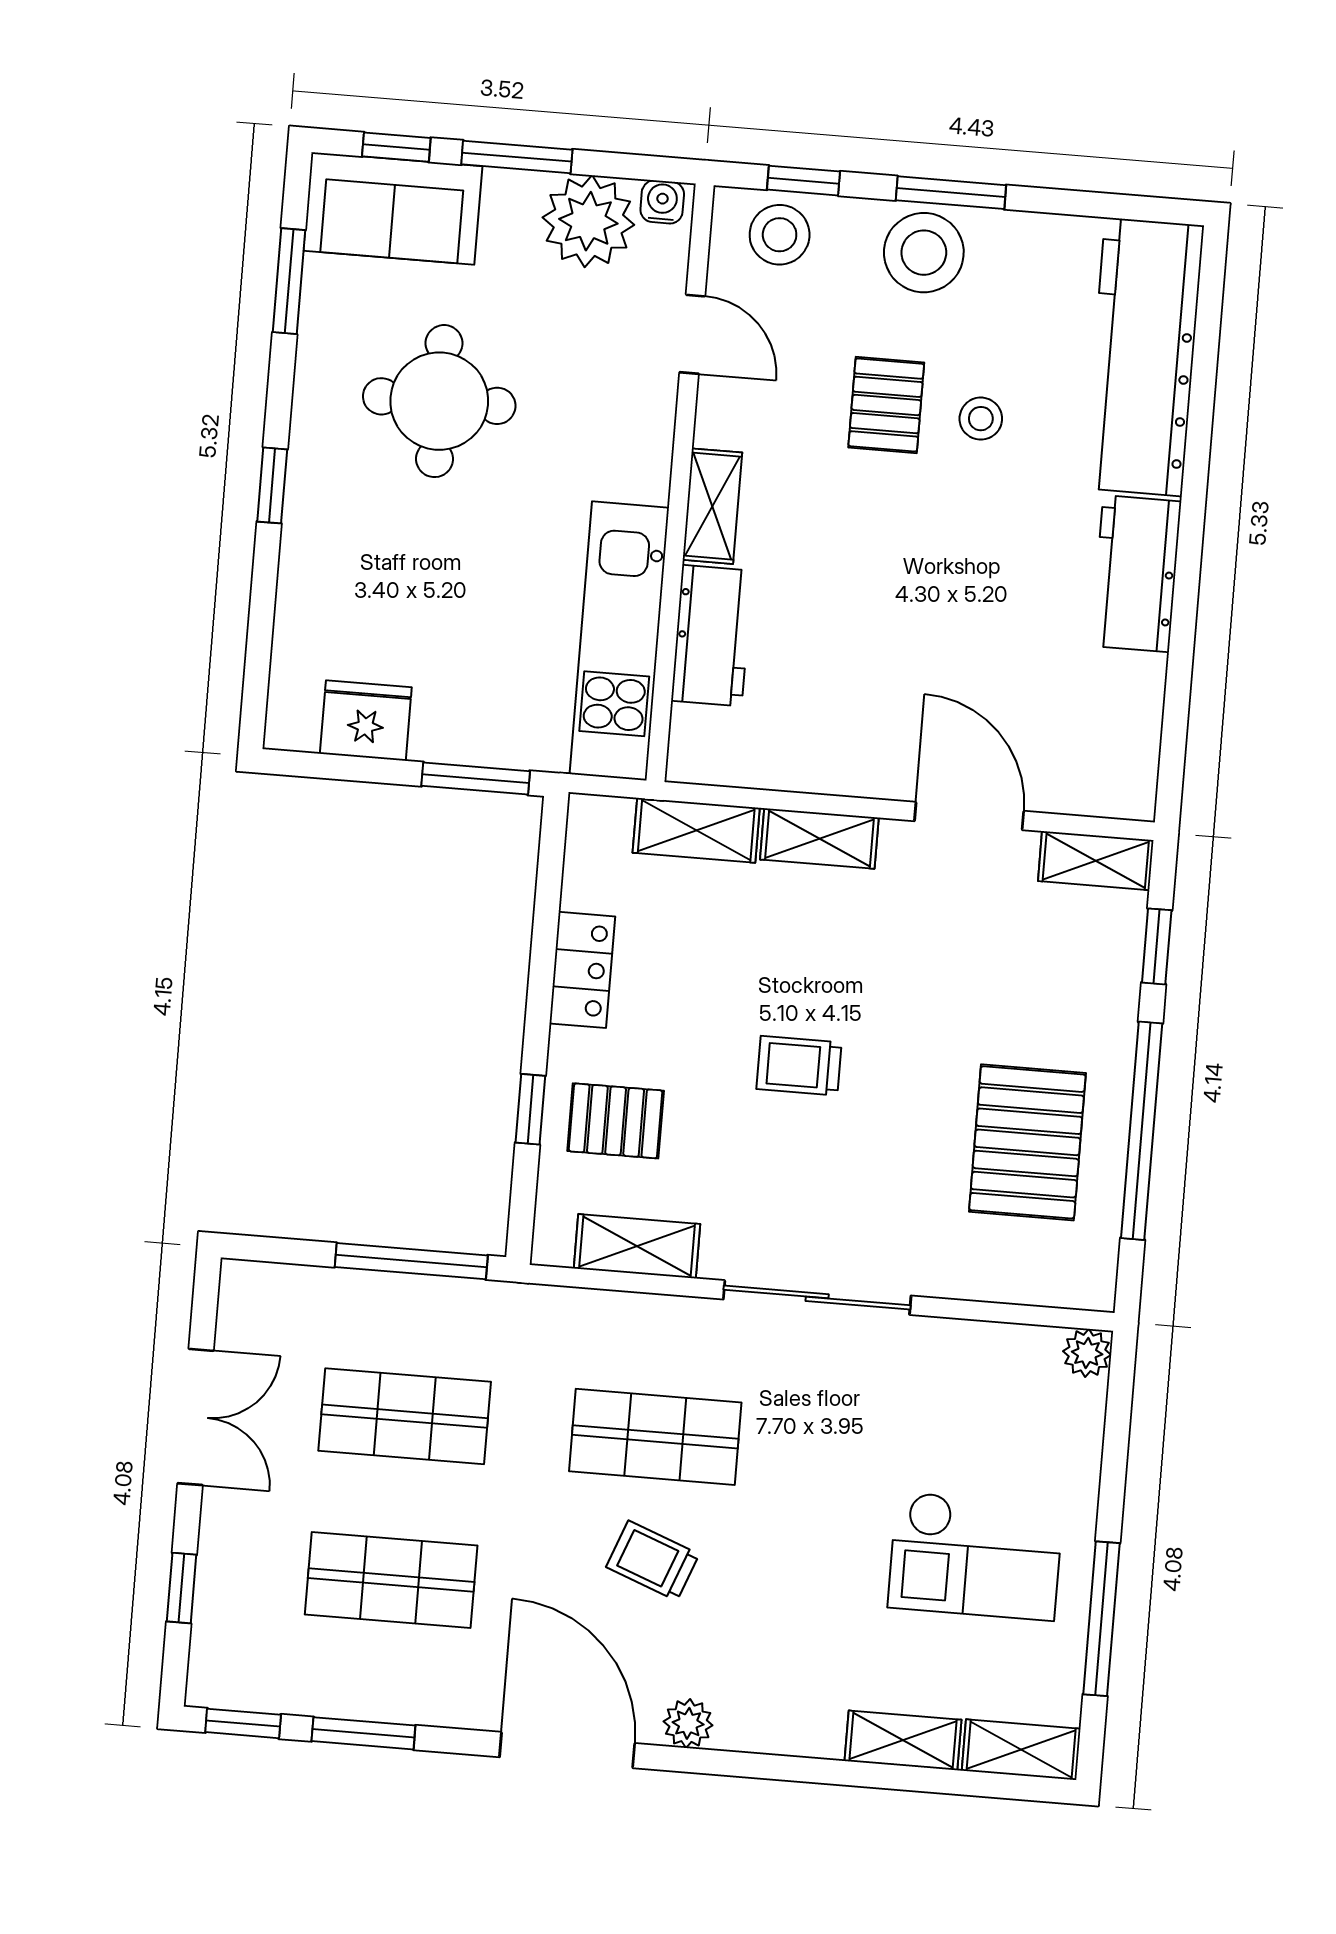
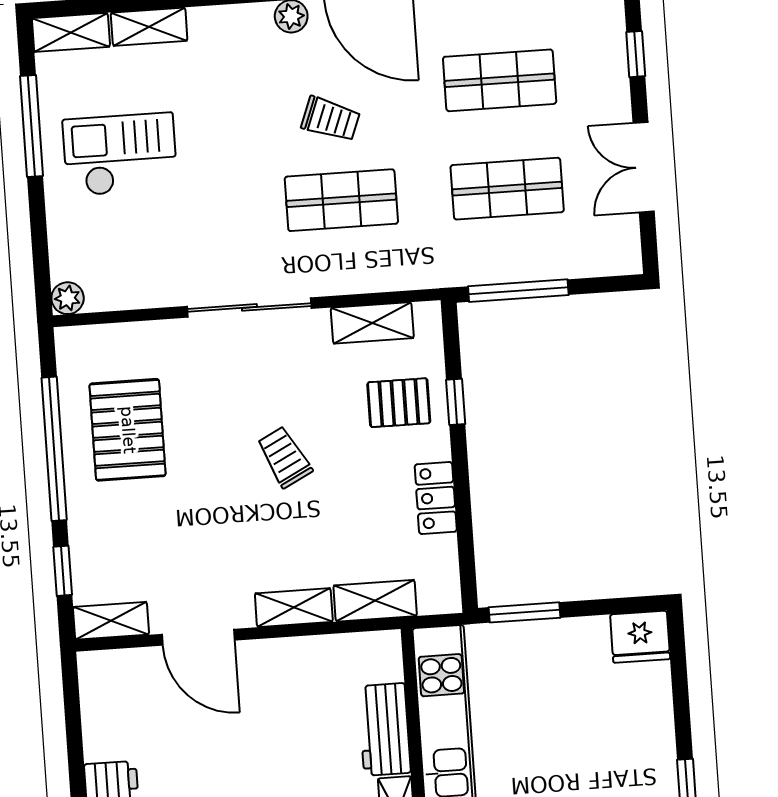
fridge: (366, 720) -> (640, 637), moved
trolley: (799, 1066) -> (284, 457), turned -117

